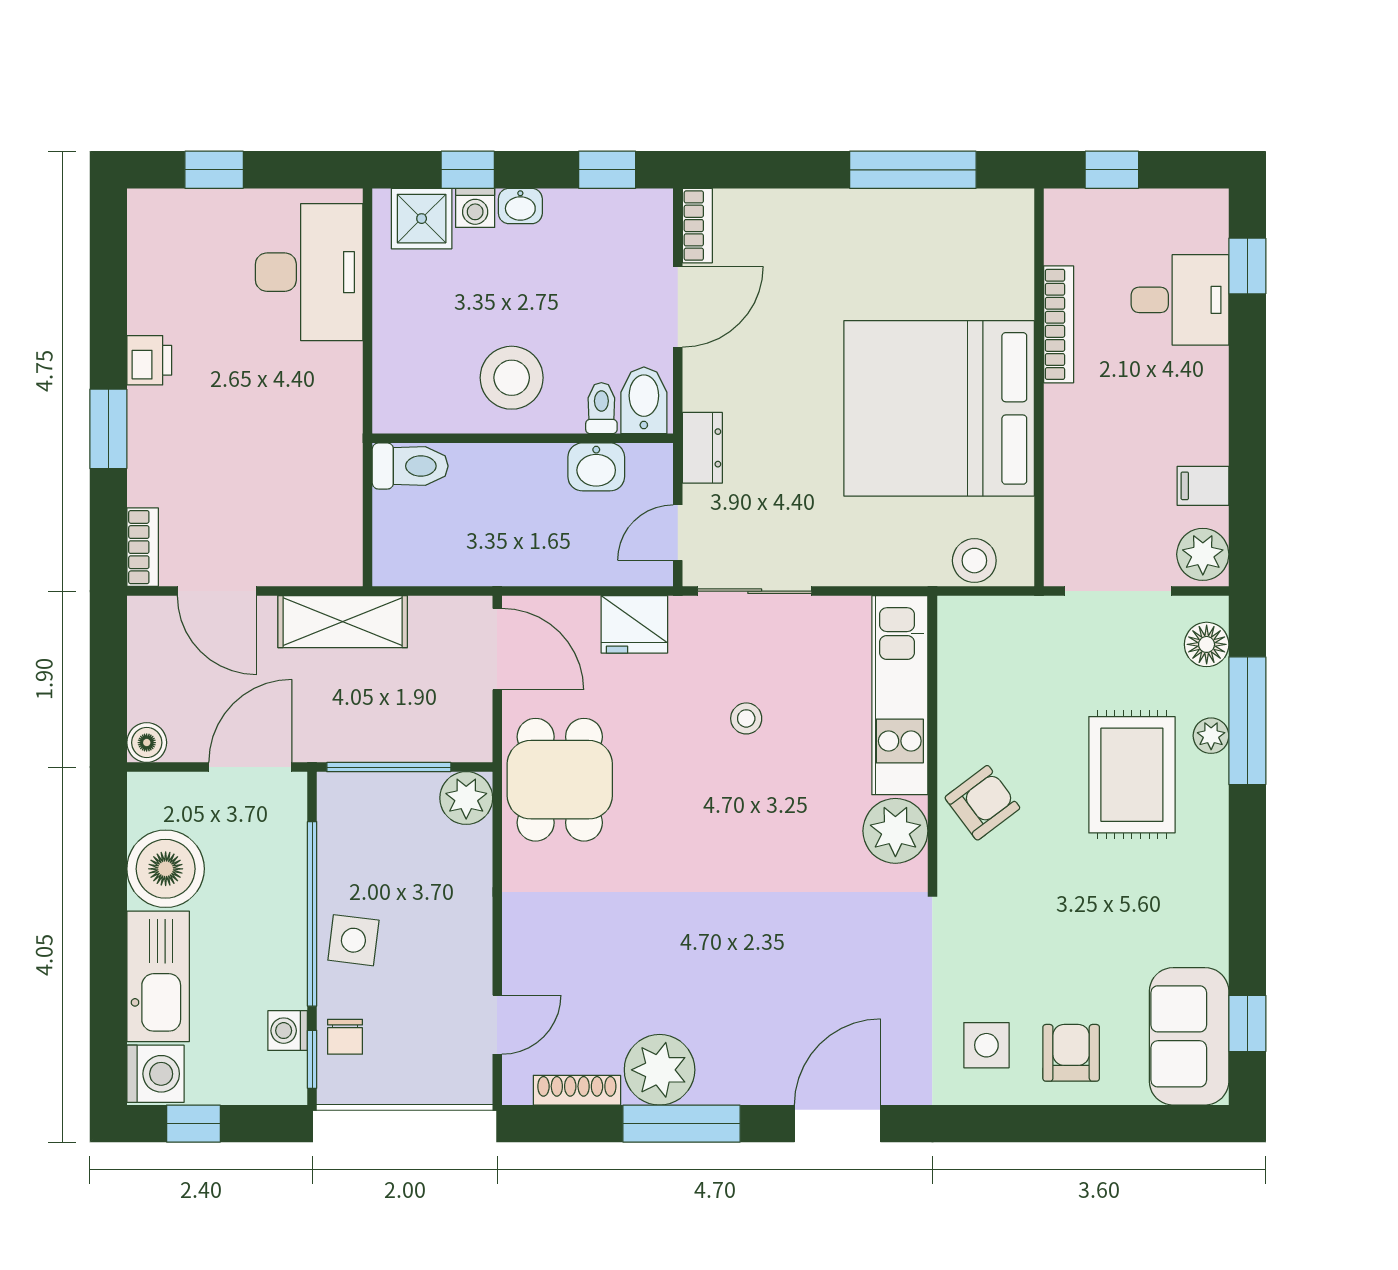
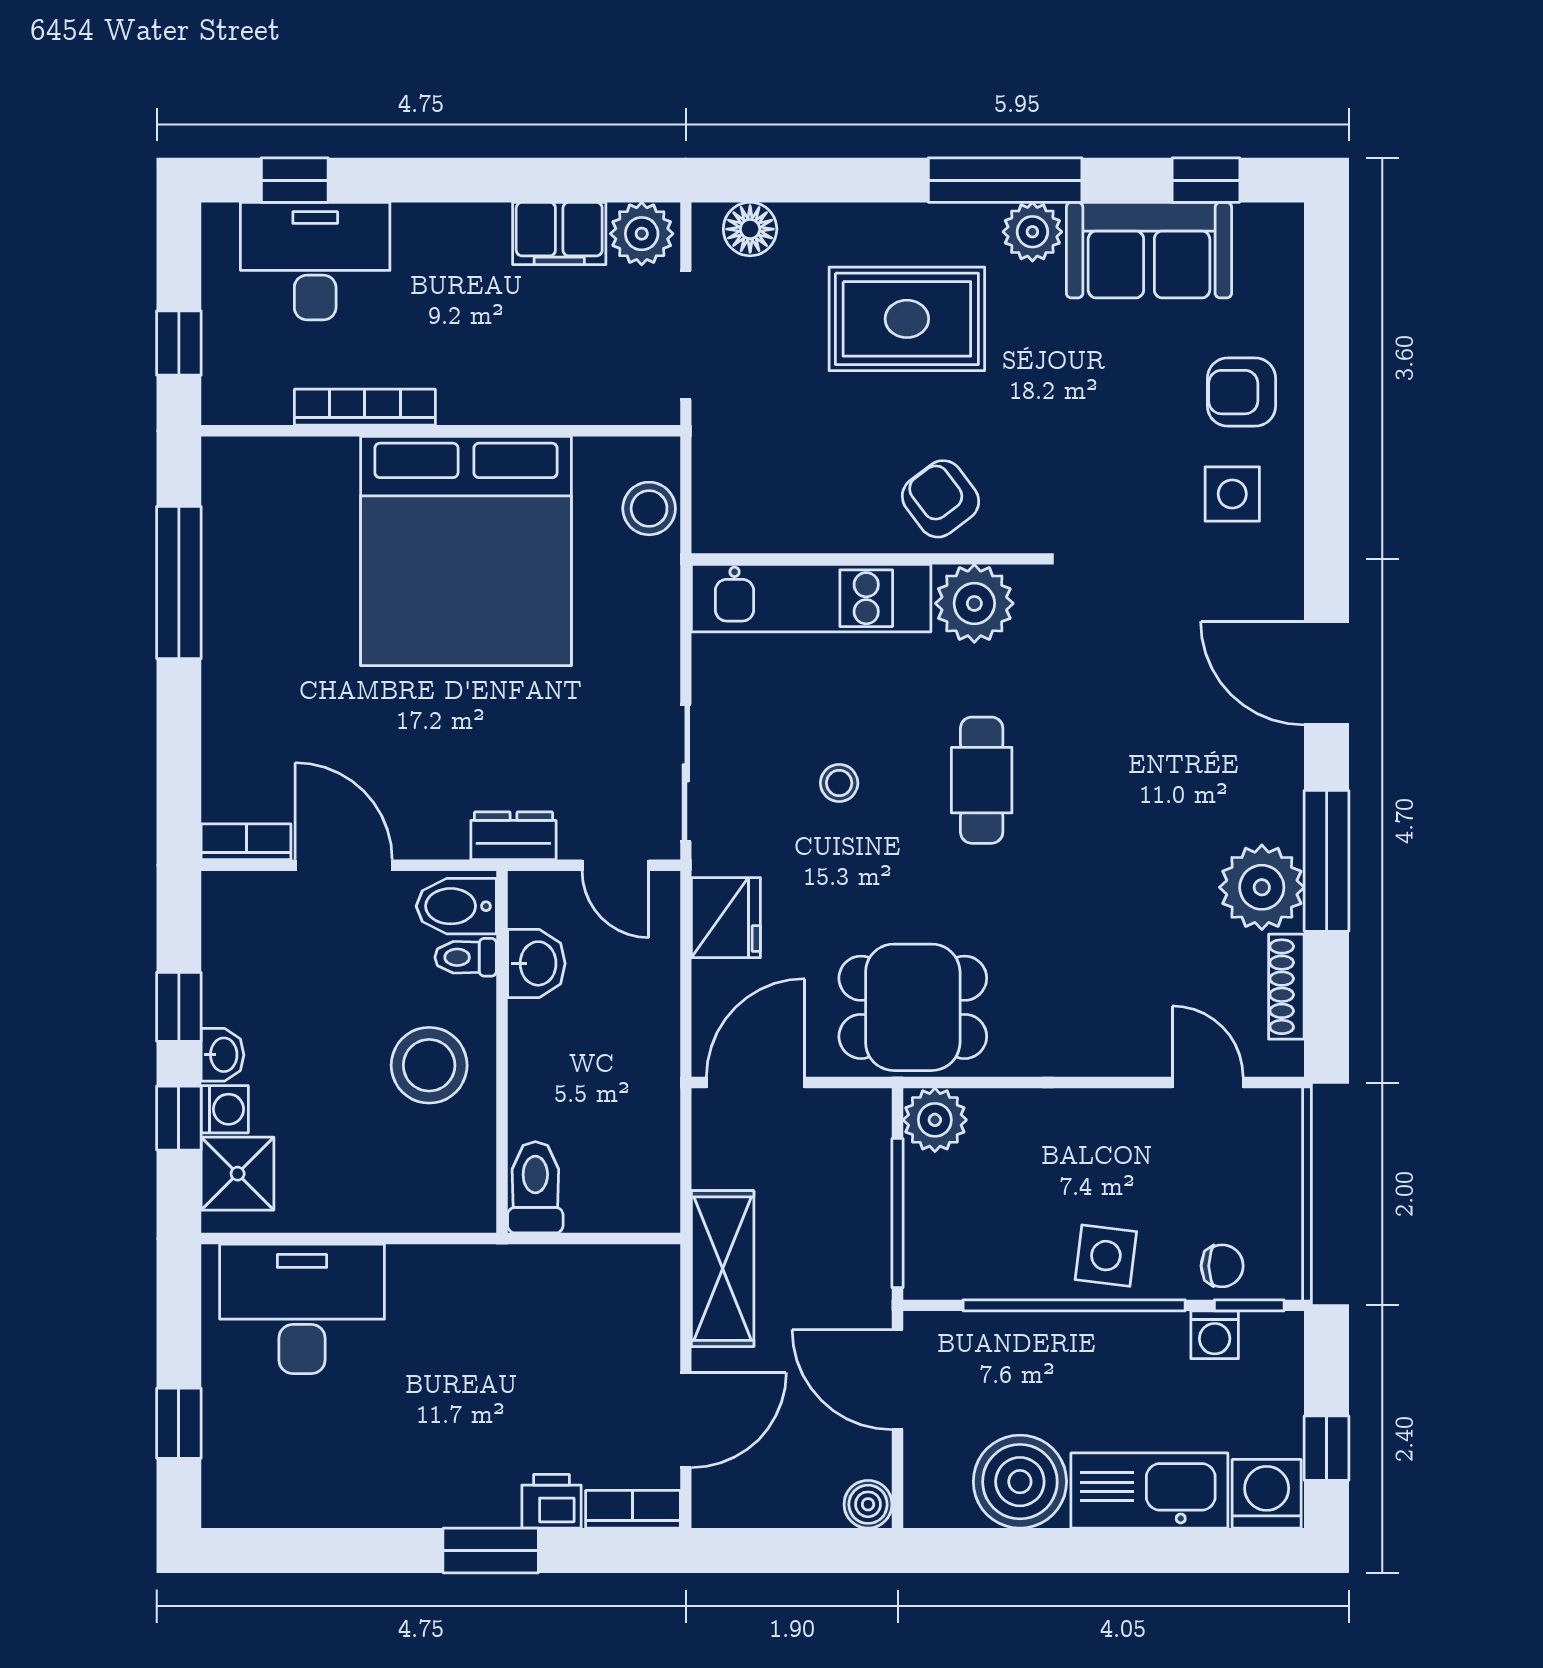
window: (607, 170) -> (179, 1007), moved
desk: (1180, 300) -> (315, 261), width x1.37
printer: (149, 360) -> (551, 1501), moved
filing cabinet: (1203, 486) -> (559, 233), width x2.00
window: (1247, 721) -> (1005, 180), moved
plant: (1211, 736) -> (1032, 232), moved, width x1.38, depth x1.38
cafe table: (749, 837) -> (982, 780), added
sofa: (1189, 1036) -> (1149, 250), moved

